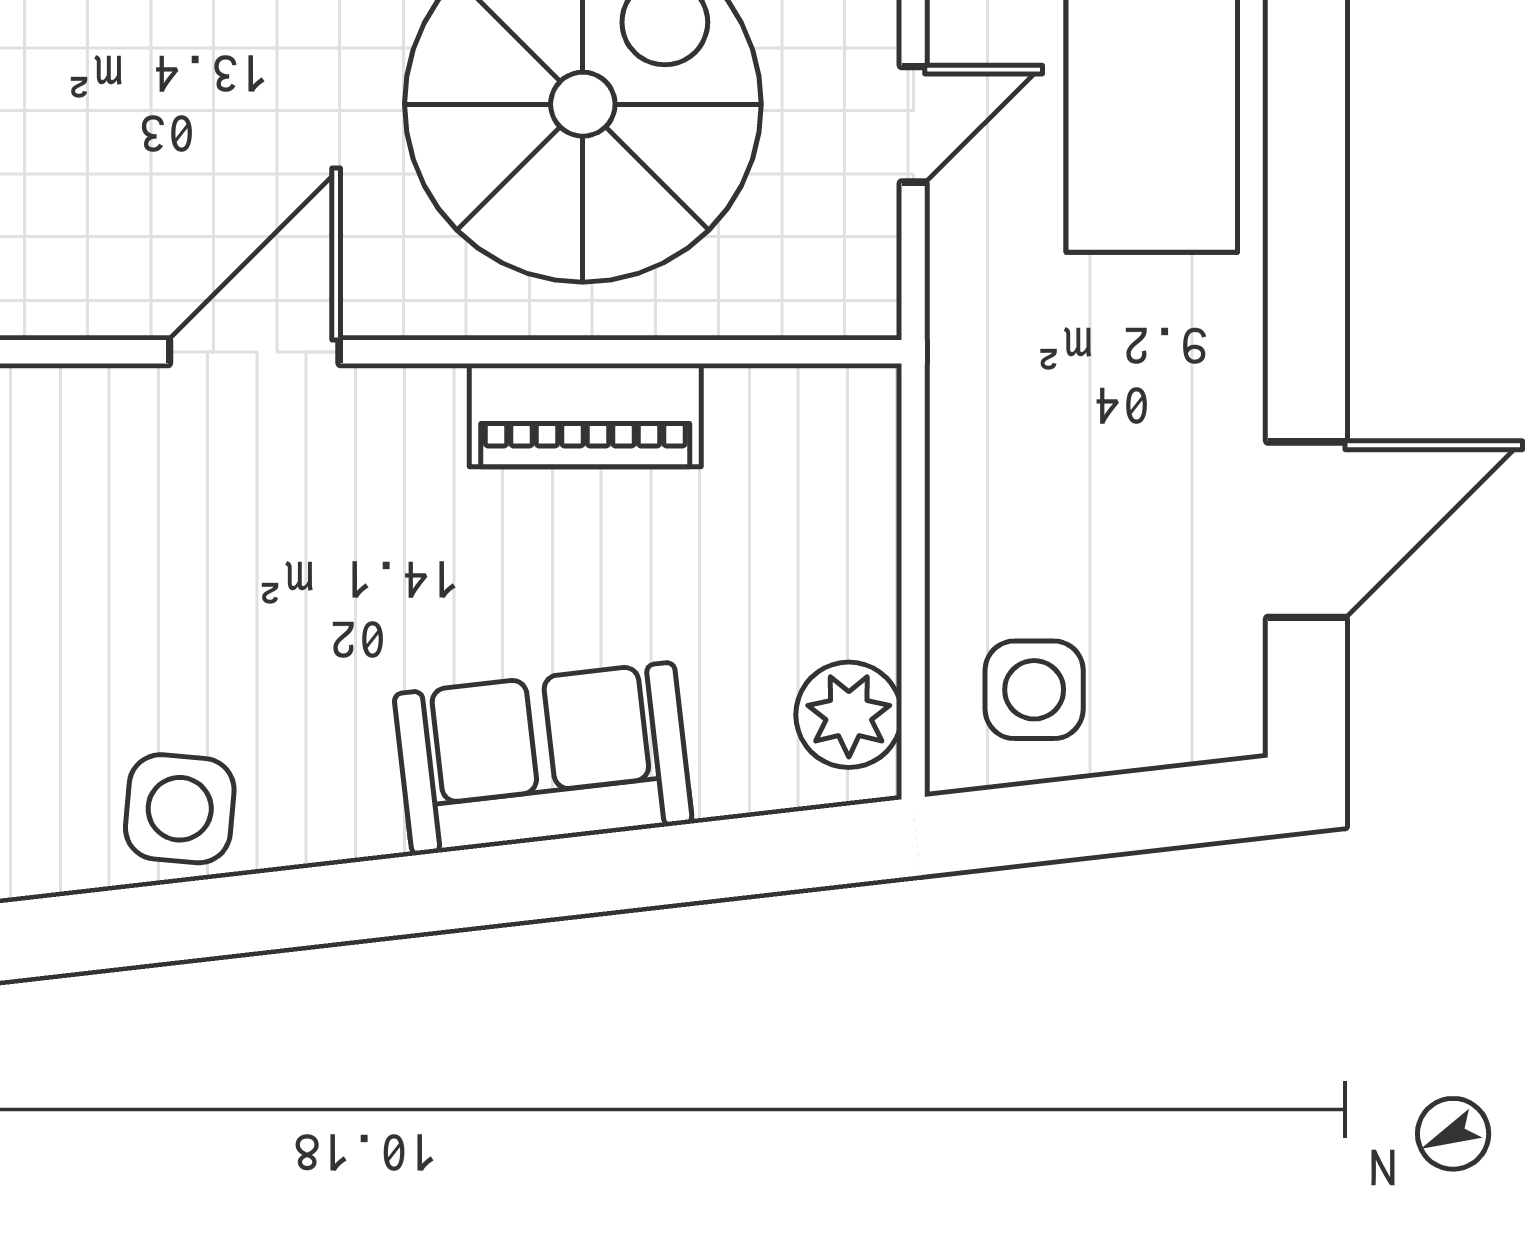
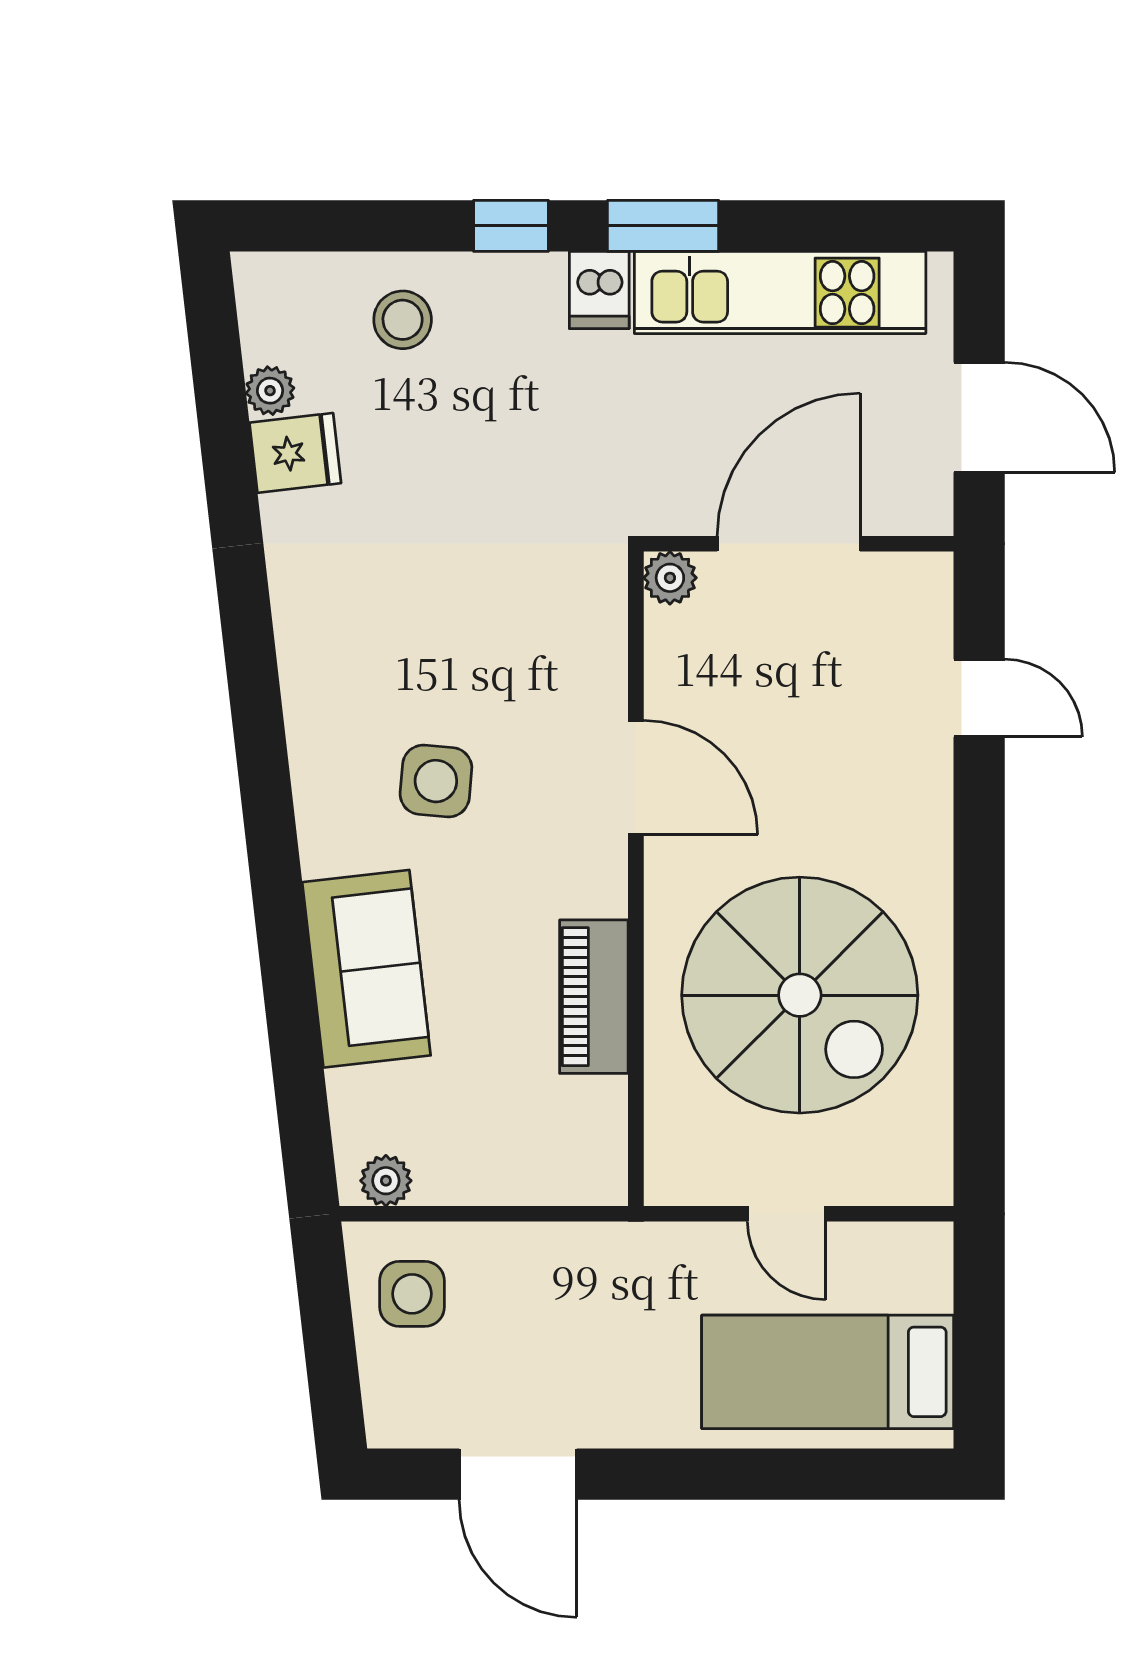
plant: (849, 715) -> (386, 1181), width x0.73, depth x0.73
side table: (180, 809) -> (436, 781), moved

